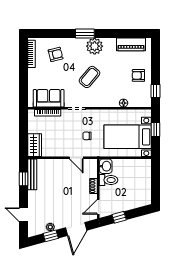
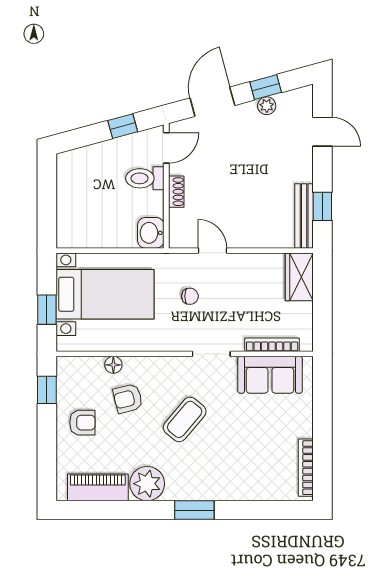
plant: (95, 46) -> (147, 484), moved
armchair: (56, 54) -> (128, 399), moved
toilet: (109, 180) -> (145, 178), moved

